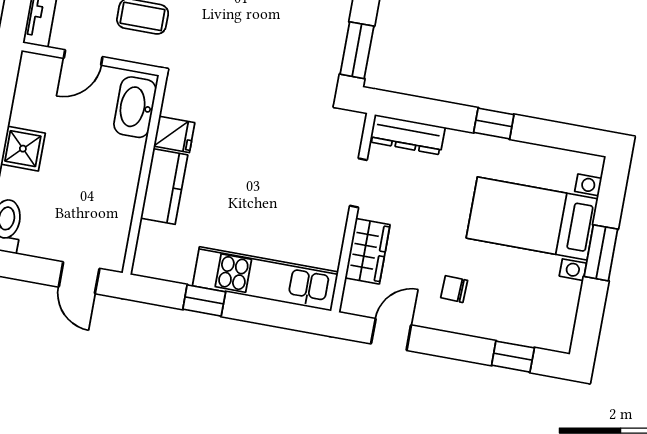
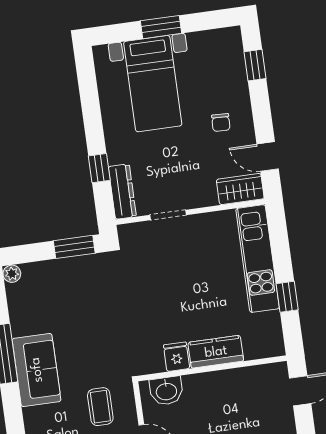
washbasin: (135, 107) -> (166, 391), width x0.72
window: (494, 123) -> (99, 168), moved
wardrobe: (367, 251) -> (240, 189), moved

